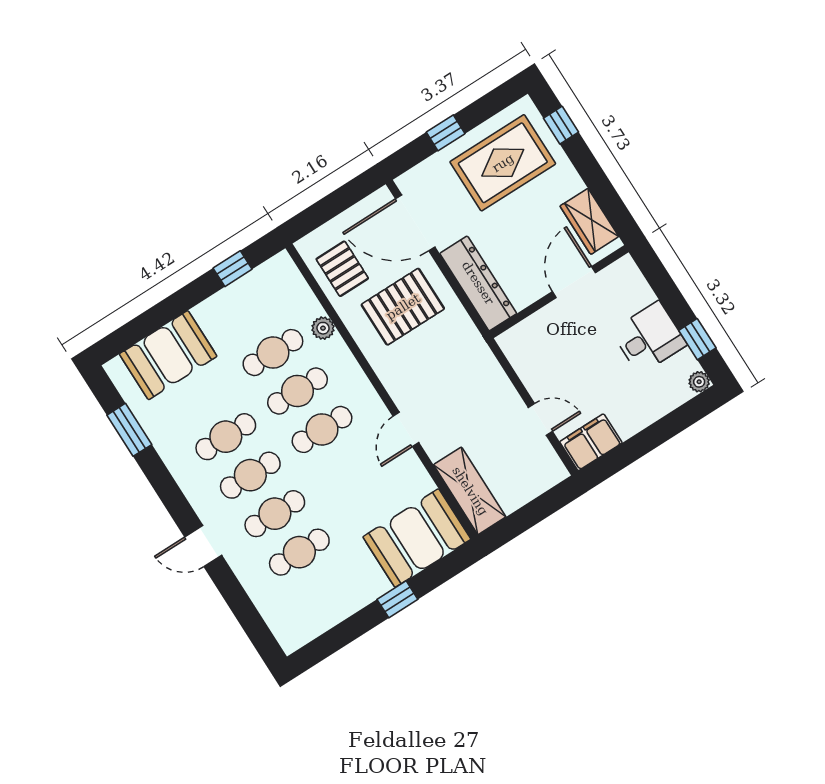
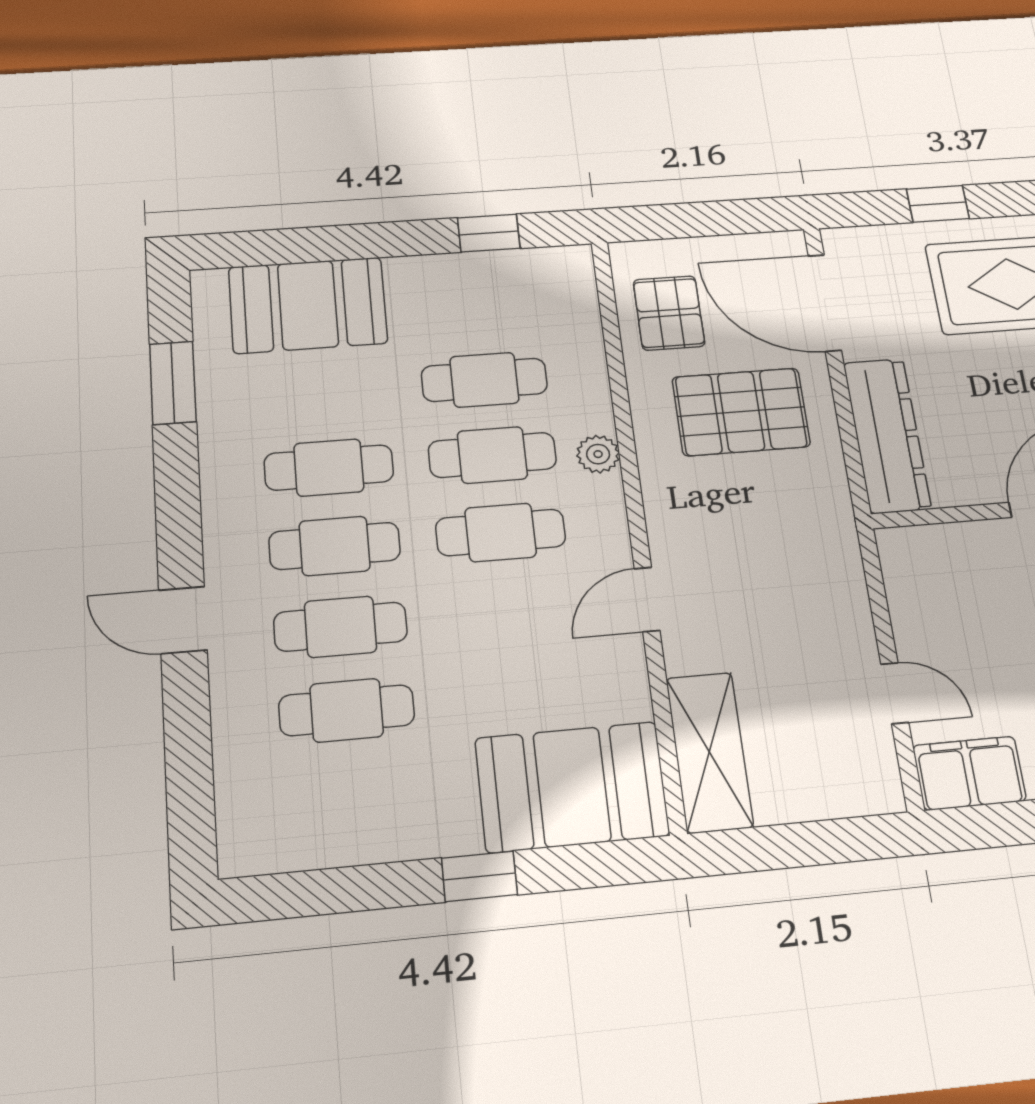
plant: (323, 328) -> (598, 454), moved

